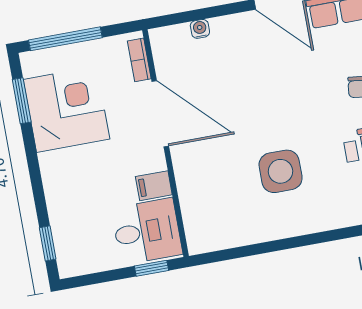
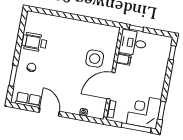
corner desk: (67, 109) -> (144, 112), moved, turned 90
door: (160, 114) -> (111, 86), hinge flipped
side table: (281, 171) -> (95, 59), moved

